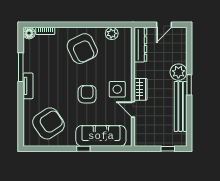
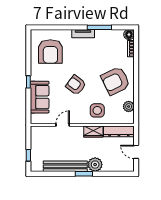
side table: (117, 89) -> (97, 110), moved
wardrobe: (141, 89) -> (93, 132), moved
armchair: (87, 94) -> (76, 85), turned -143
armchair: (49, 123) -> (50, 51), turned 34
sofa: (101, 136) -> (40, 97), width x0.73

